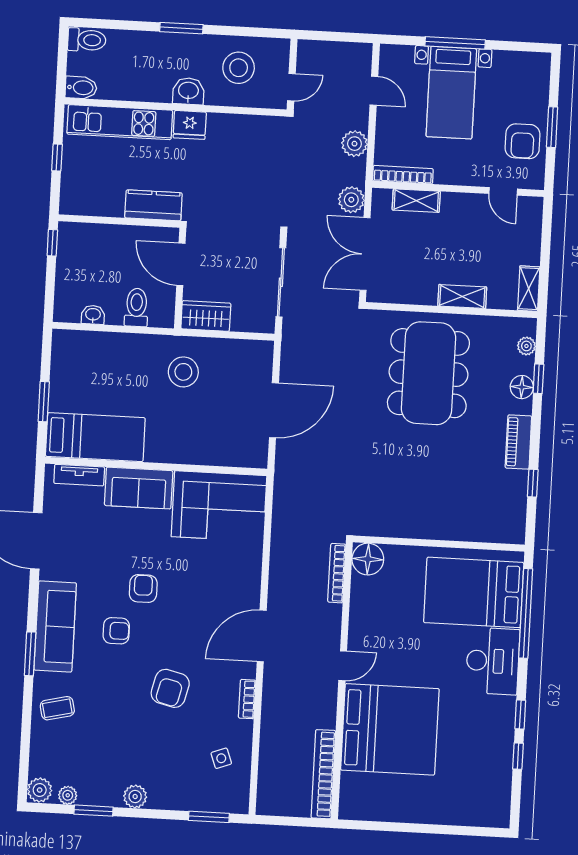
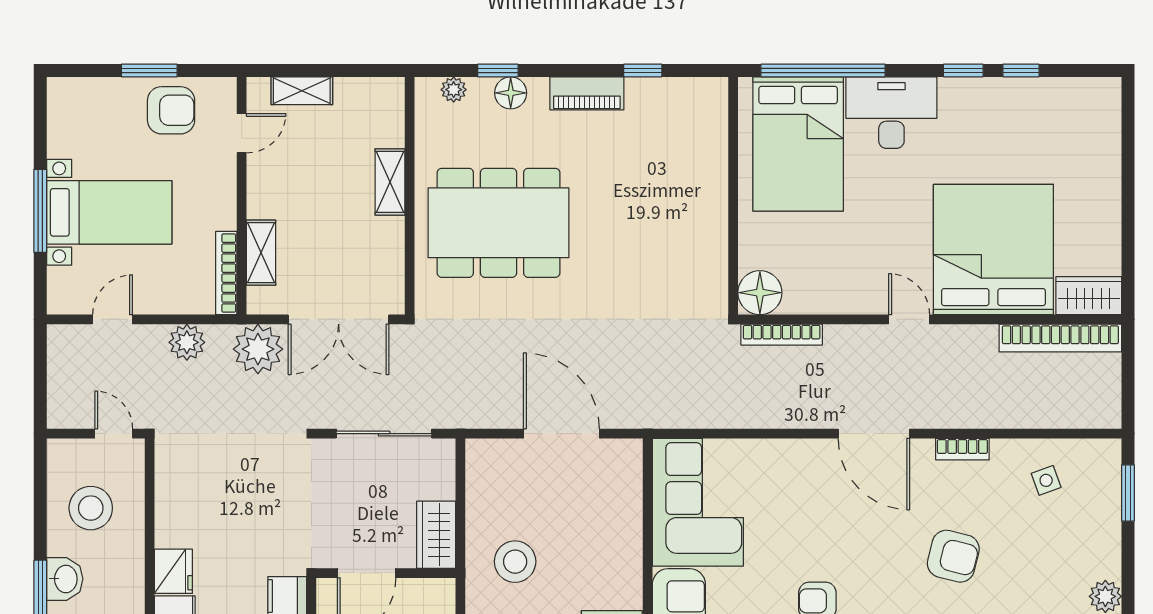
washbasin: (188, 91) -> (65, 579), moved, turned 180
plant: (351, 200) -> (258, 349), width x1.36, depth x1.36
shelving: (529, 289) -> (302, 91), moved
wardrobe: (353, 796) -> (1089, 296), added

